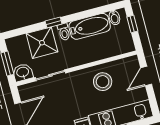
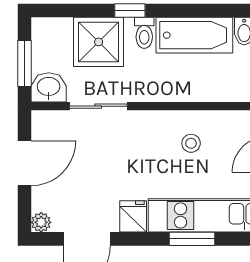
stool: (103, 82) -> (191, 143), width x0.53, depth x0.53

